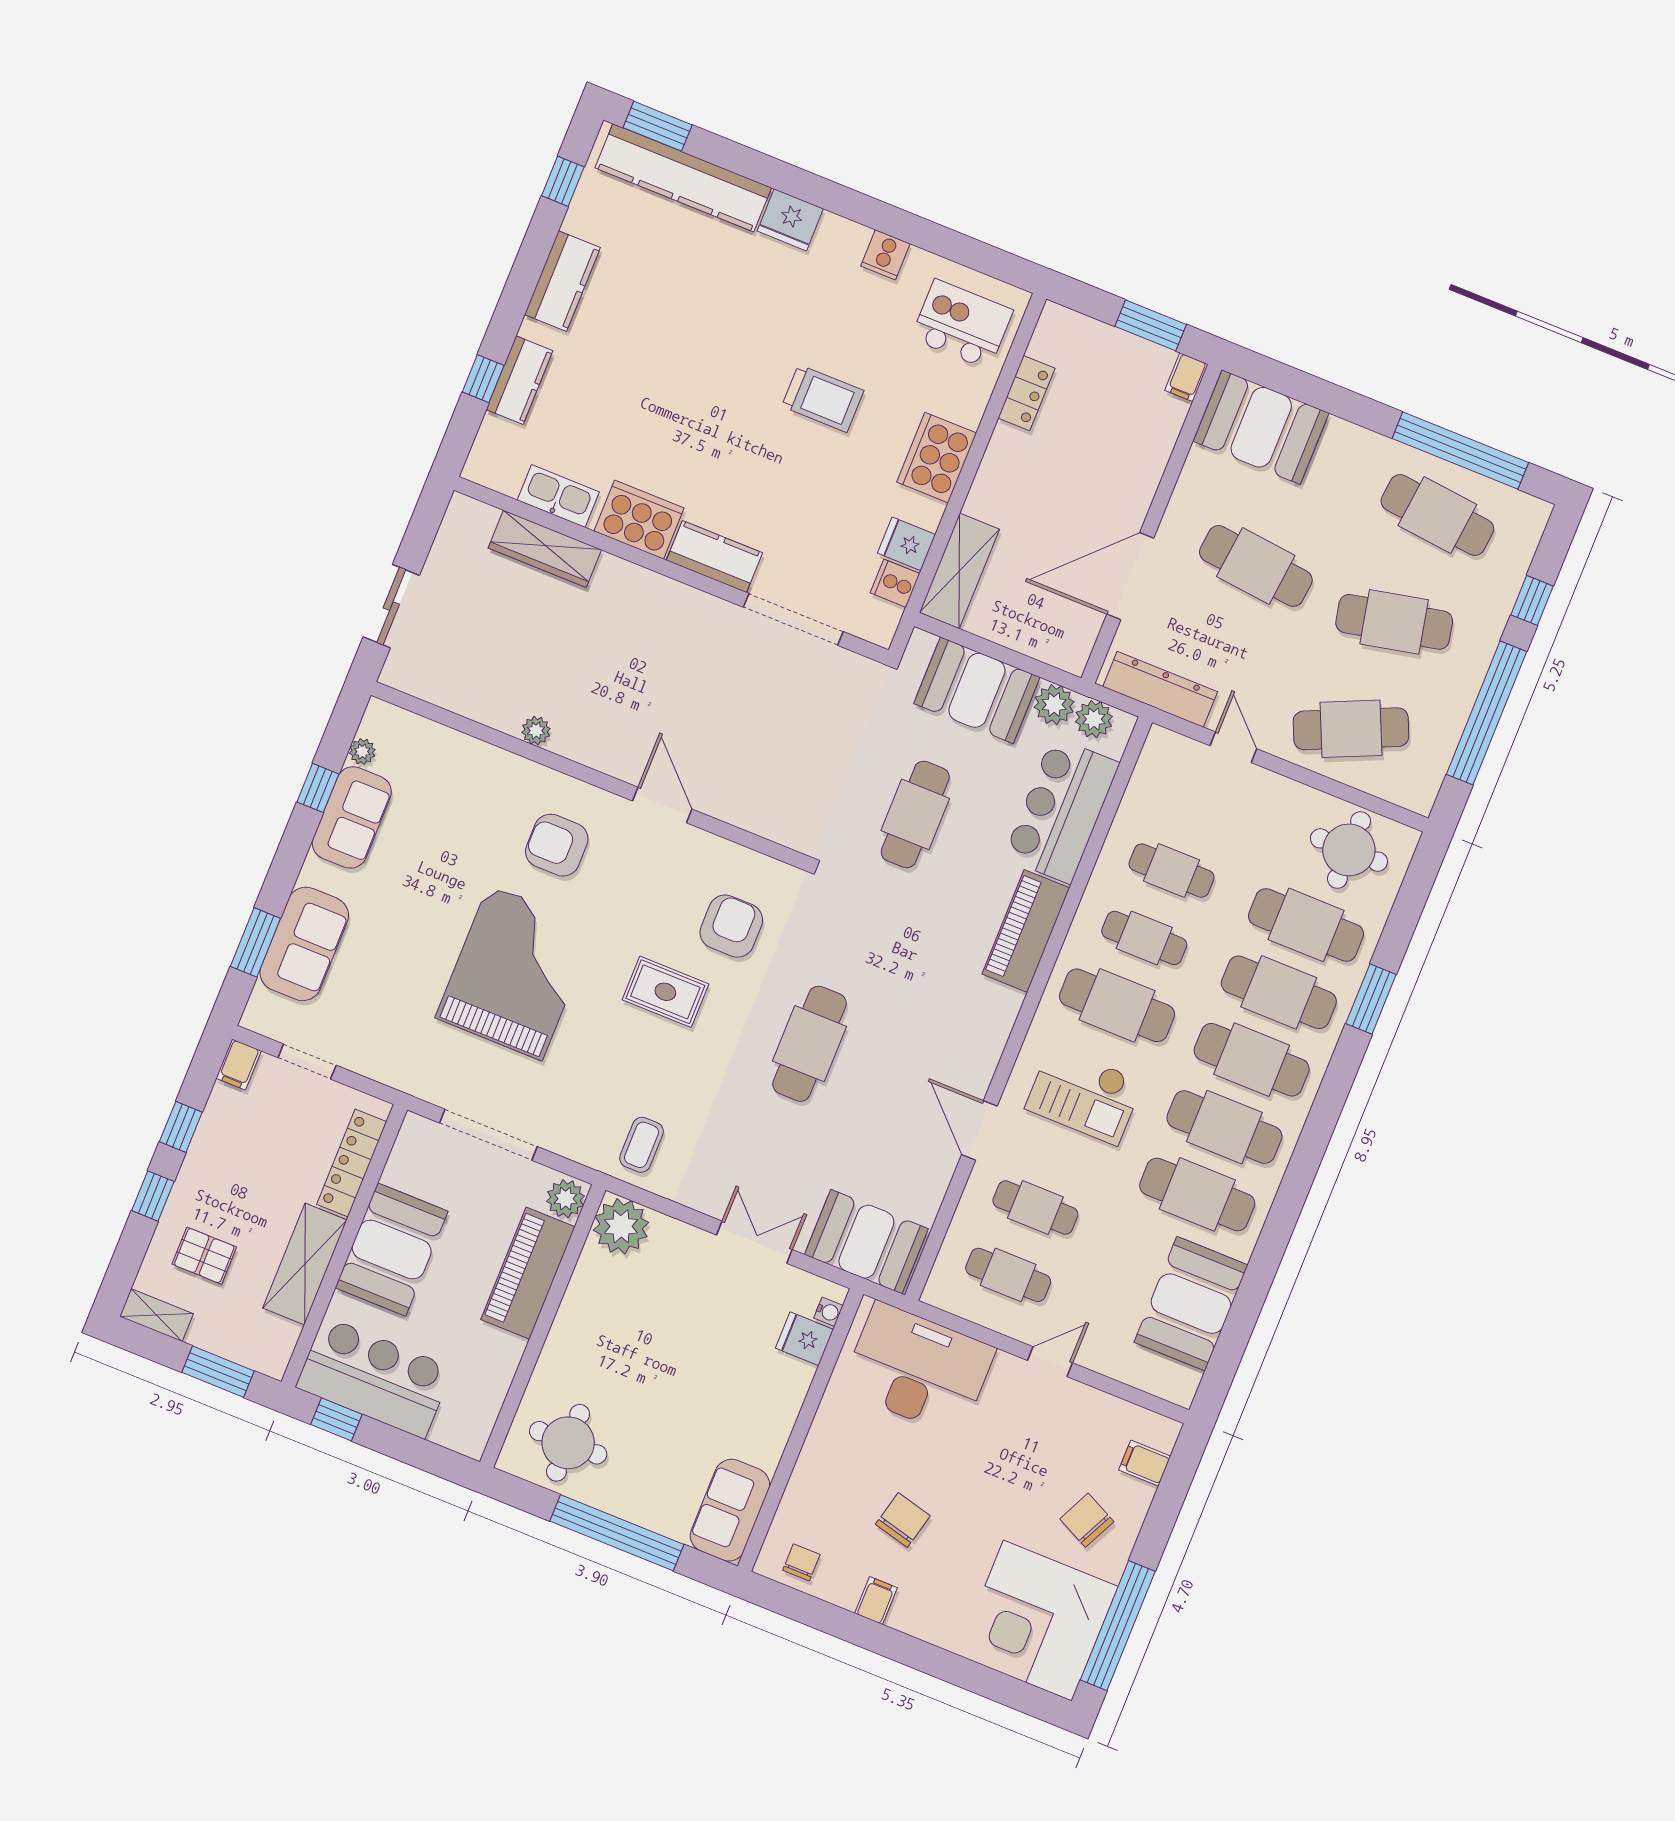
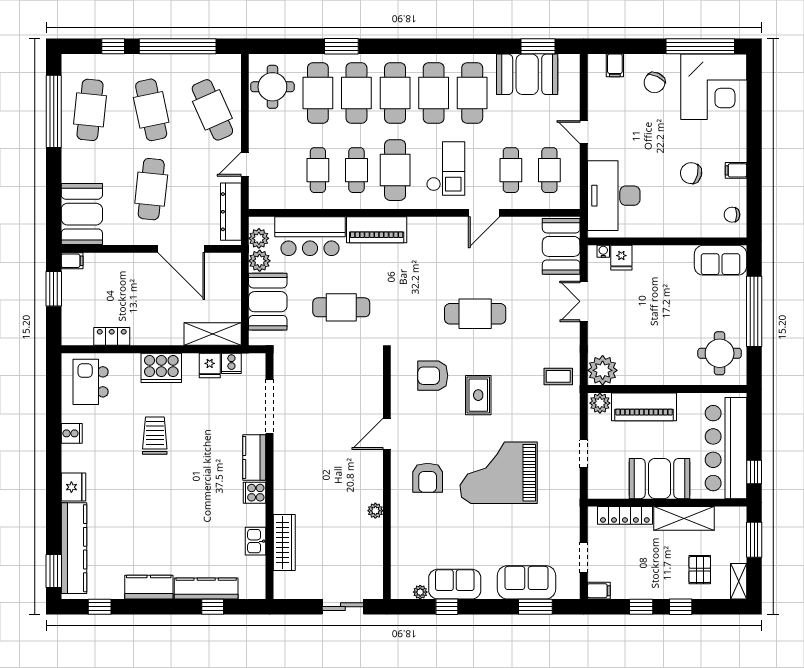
kitchen counter: (519, 380) -> (206, 589), width x1.50
kitchen sink: (558, 496) -> (255, 541), width x0.73
cooker: (639, 520) -> (255, 493), width x0.53, depth x0.76
doorway: (488, 1135) -> (584, 454), width x0.53
window: (1232, 1342) -> (538, 46), added
bar counter: (374, 1377) -> (726, 448), width x1.36

